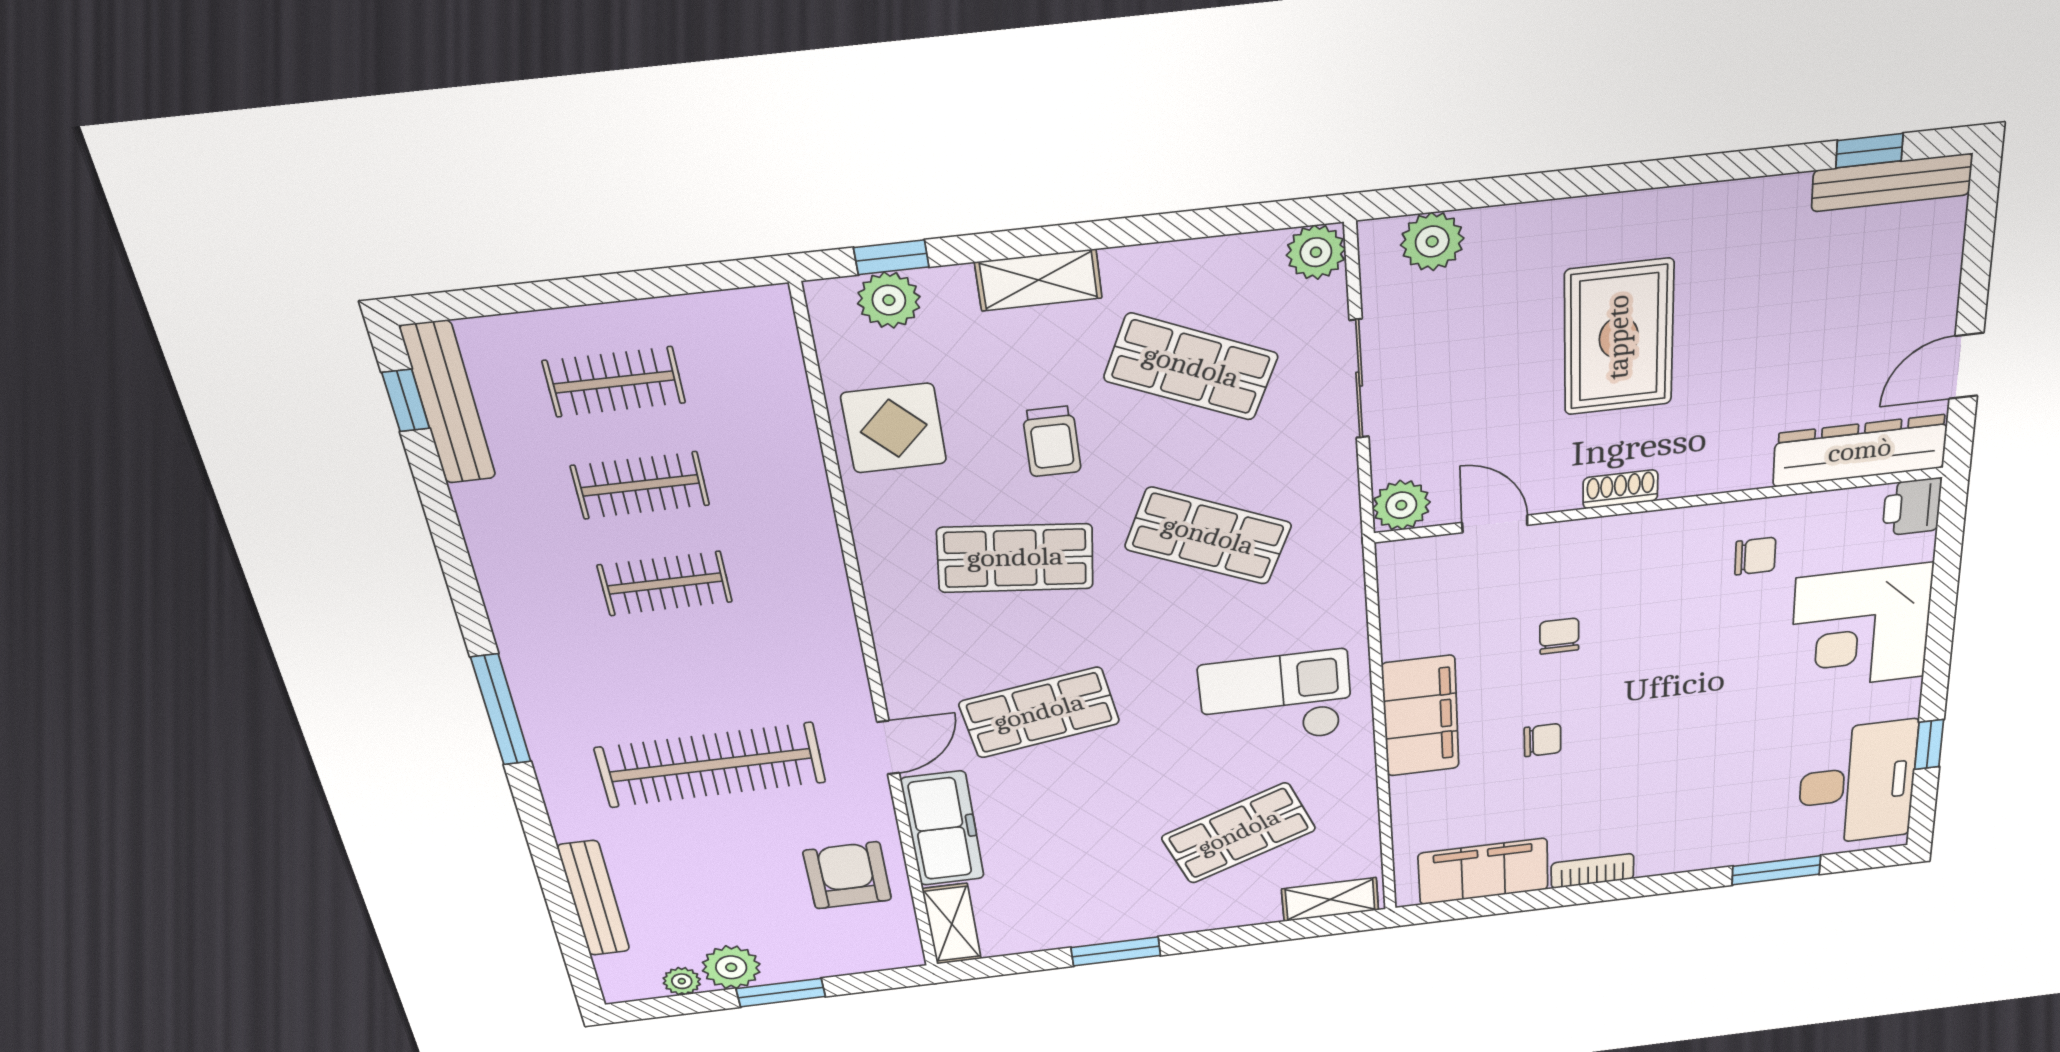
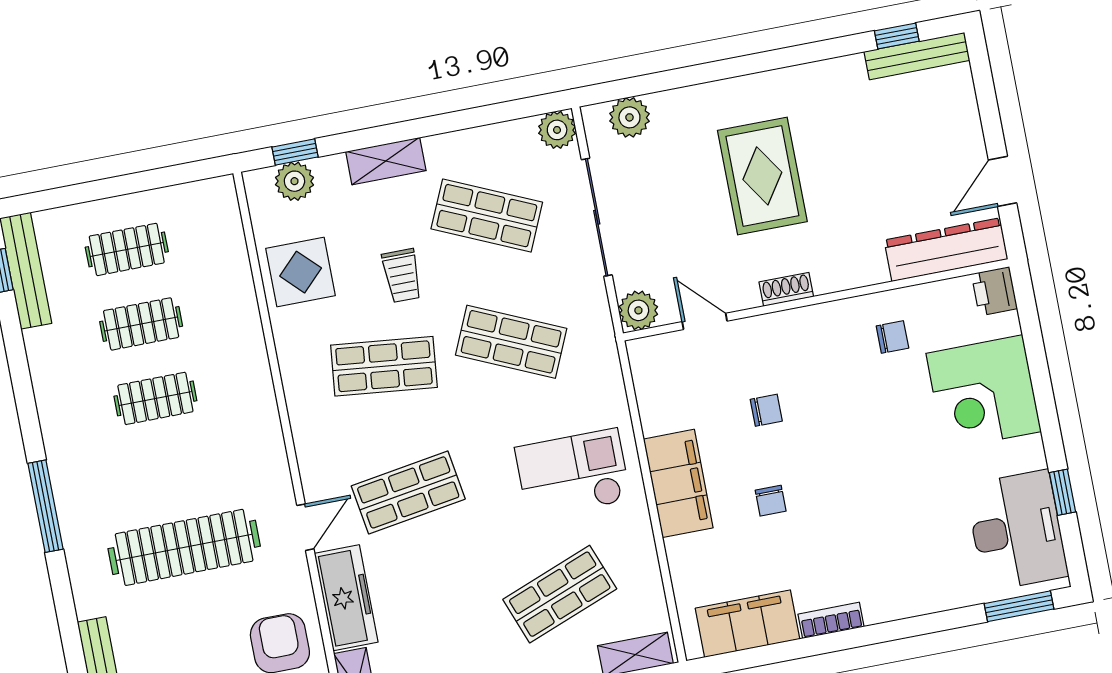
sliding door: (1359, 379) -> (597, 217), width x1.37
chair: (1559, 636) -> (766, 410), turned 90
chair: (1542, 740) -> (771, 501), turned 90
window: (1776, 870) -> (1019, 606), moved

